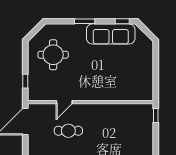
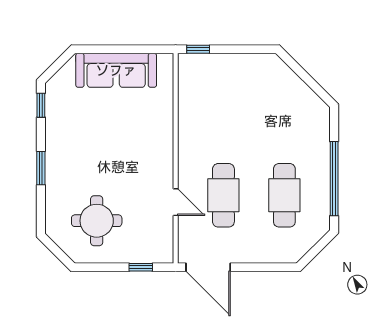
sofa: (111, 34) -> (116, 70), moved, turned 90
cafe table: (68, 131) -> (223, 195), width x1.37, depth x1.35

